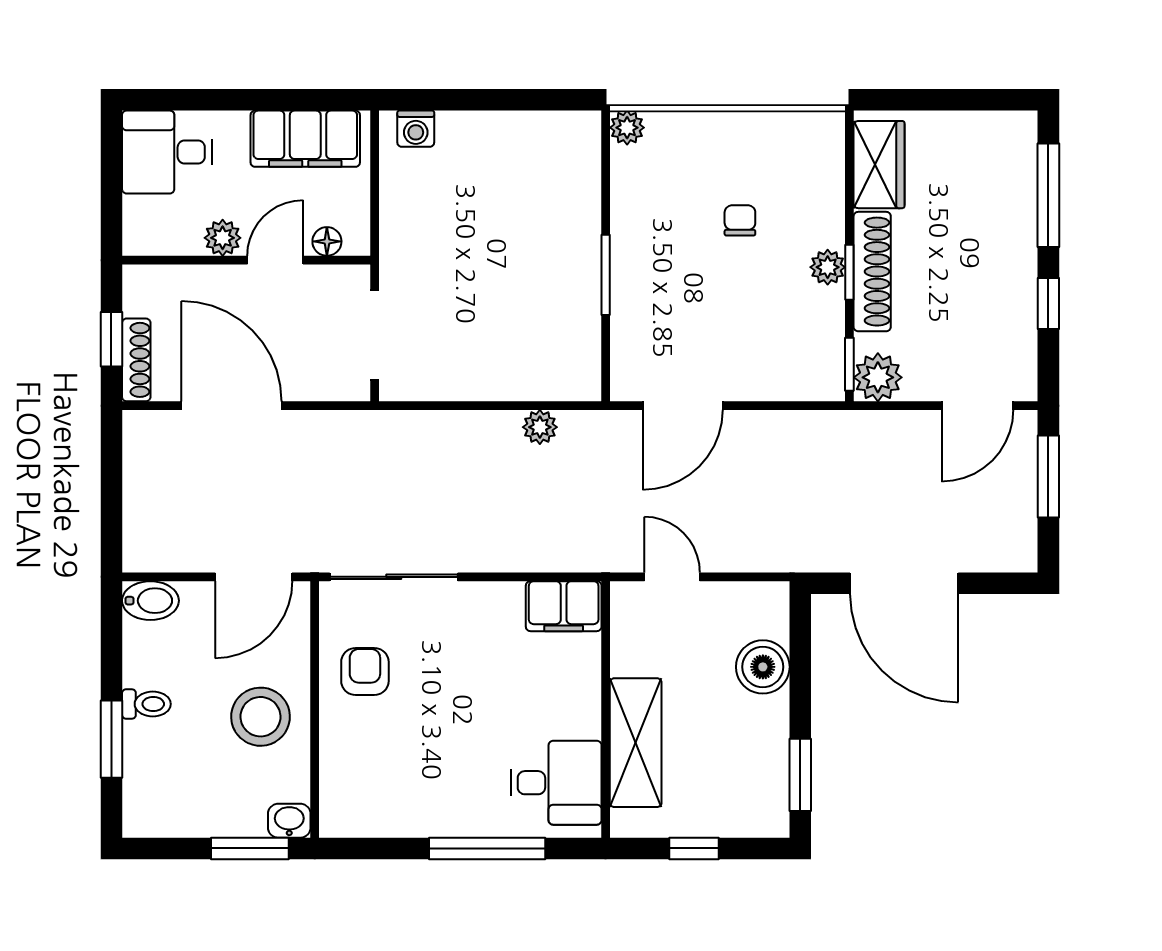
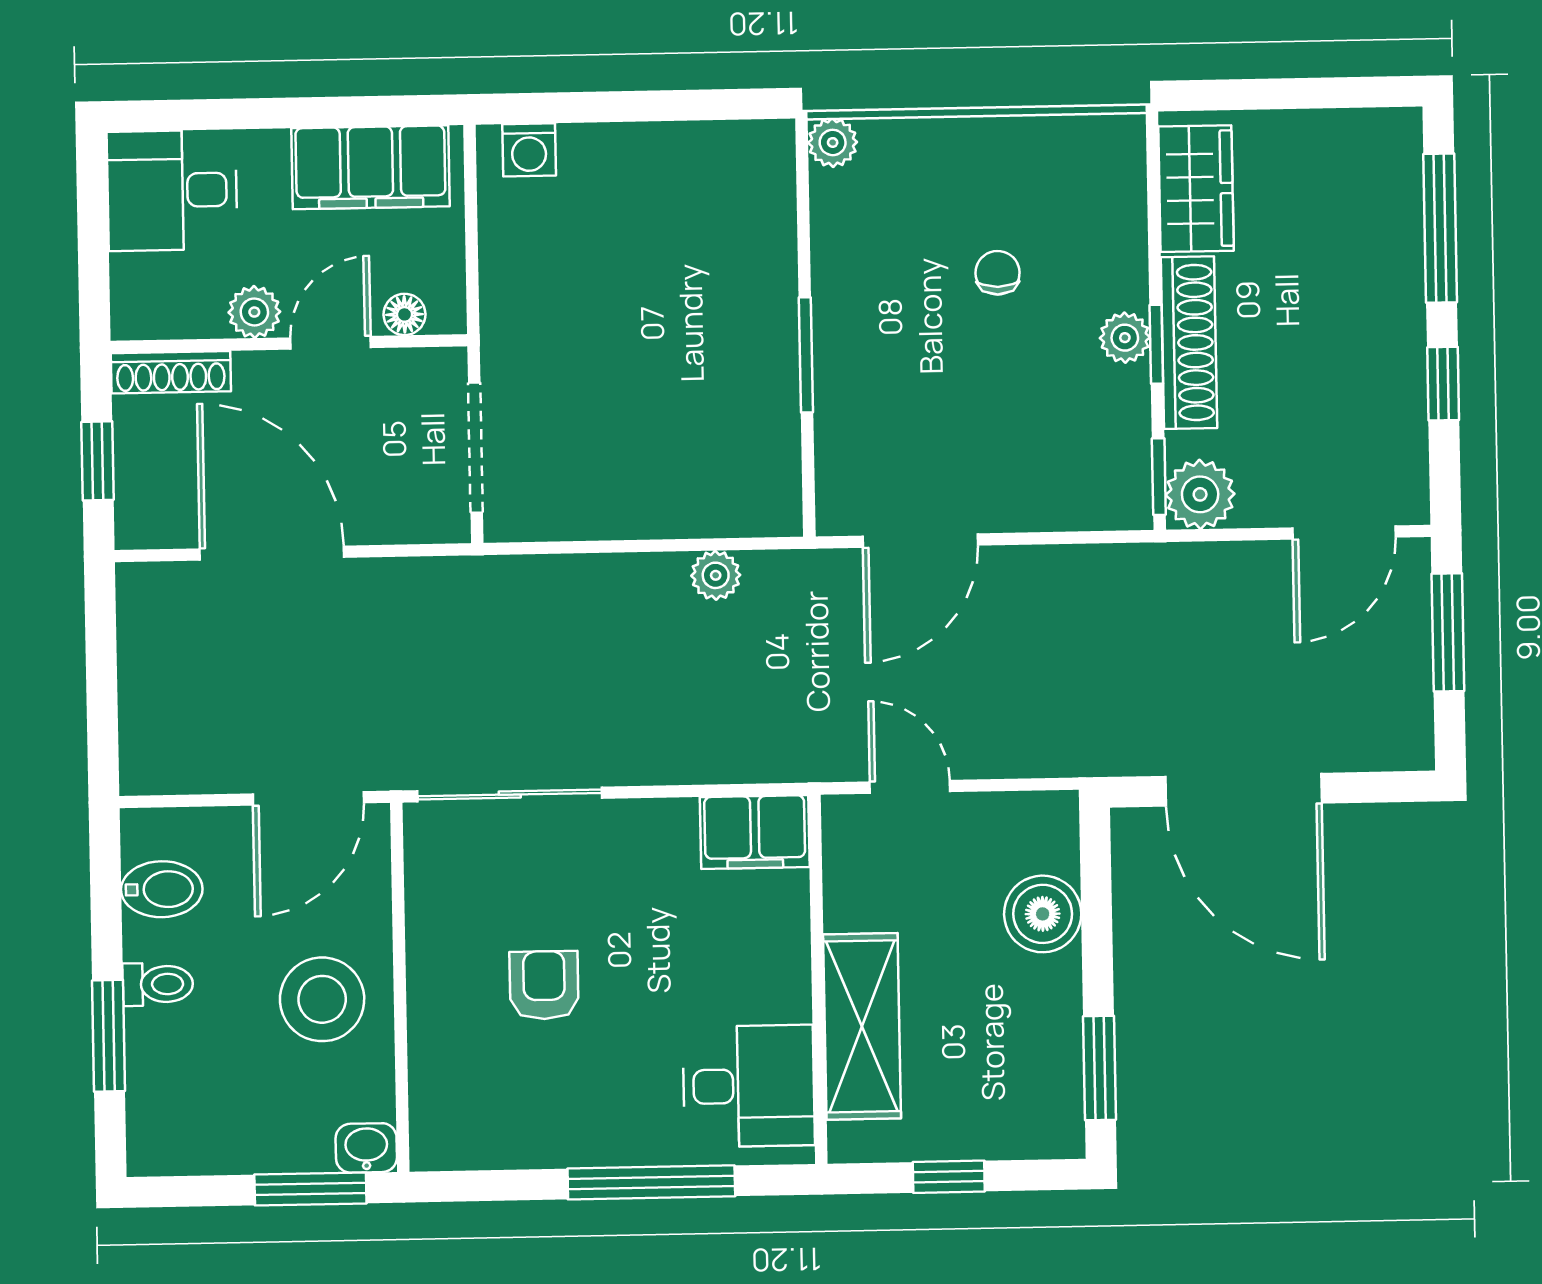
shoe rack: (136, 360) -> (171, 372), moved, turned 90
bidet: (150, 601) -> (162, 889), moved
armchair: (365, 671) -> (544, 985), moved

